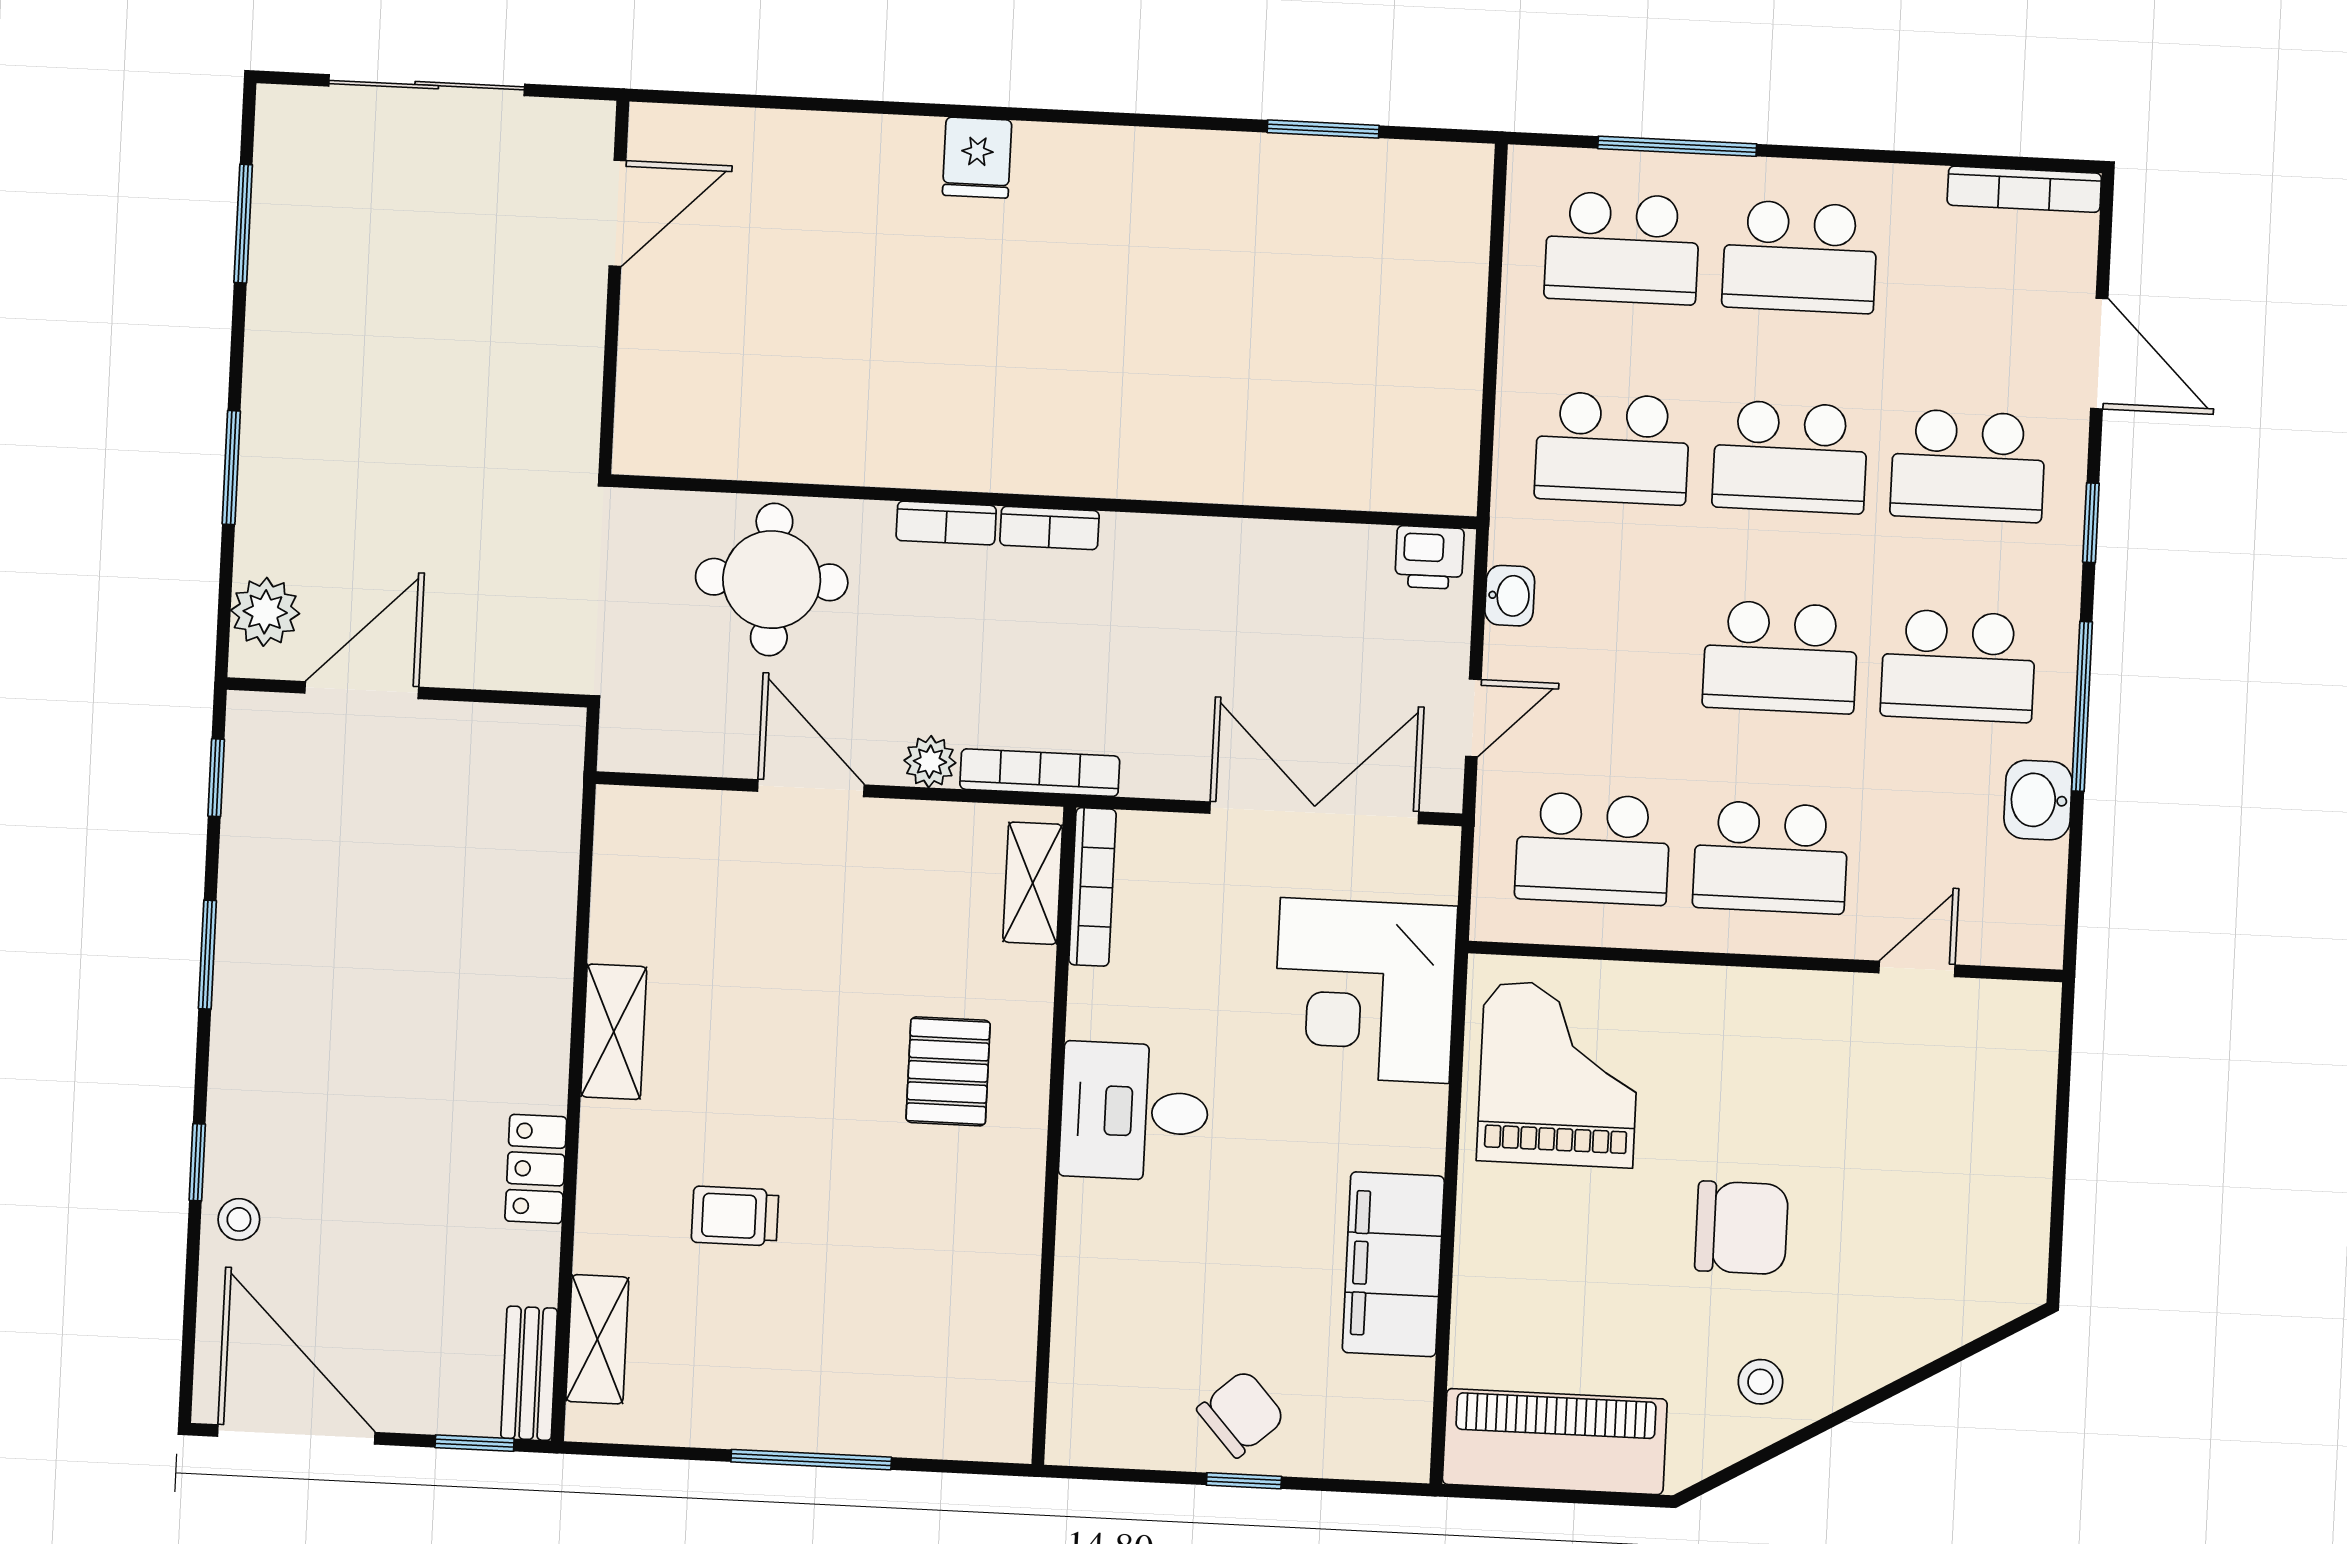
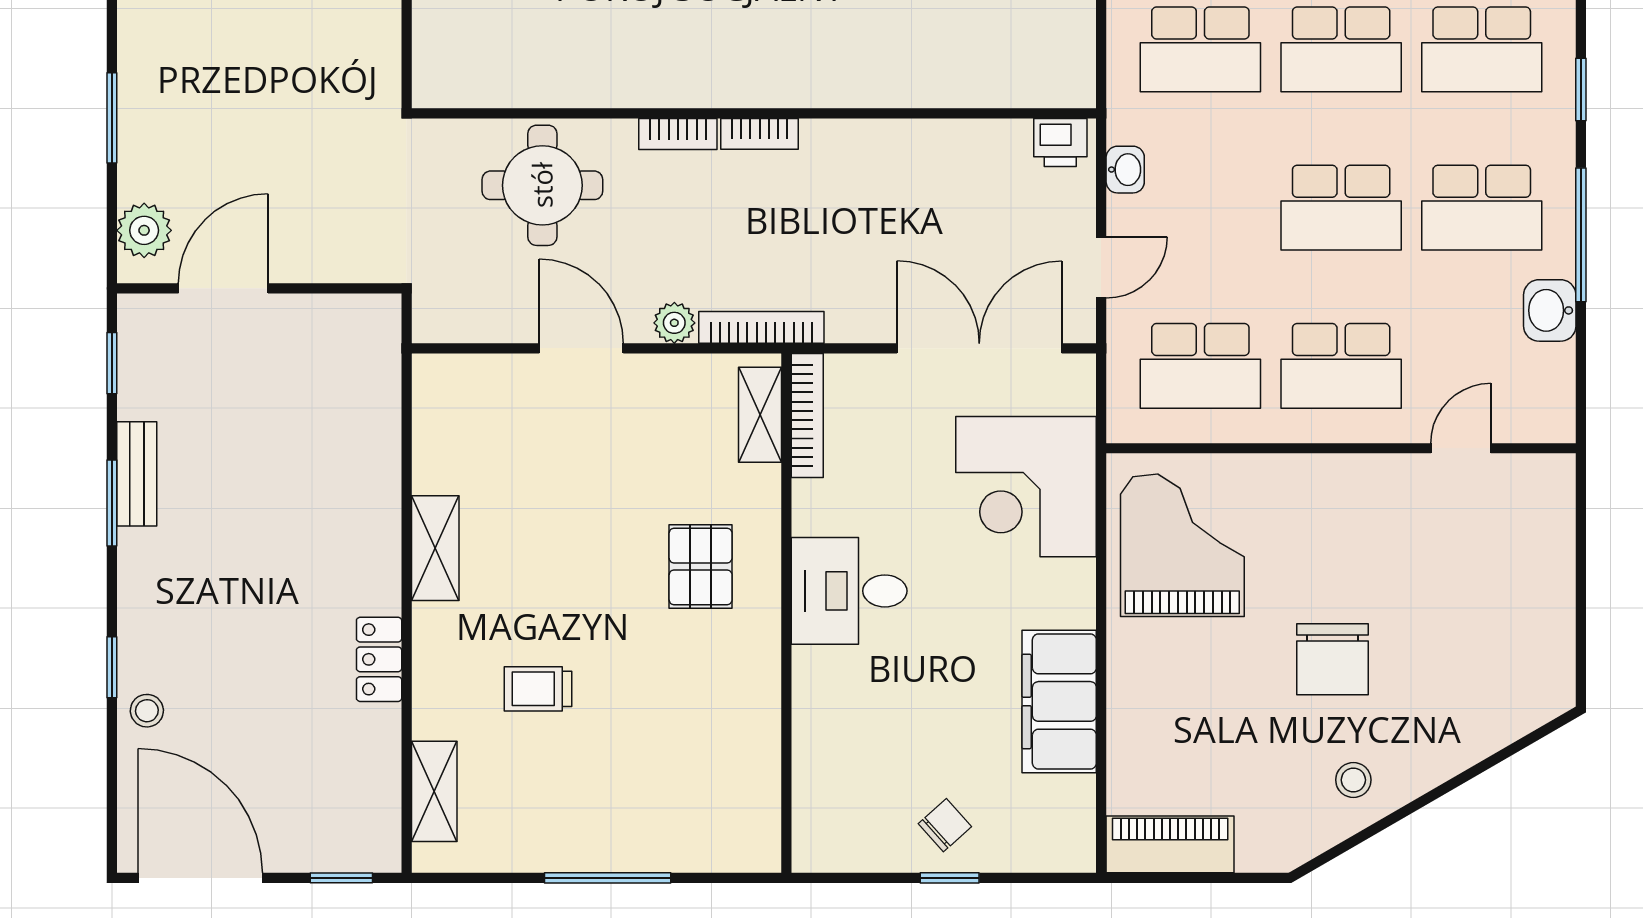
chair: (1742, 1228) -> (1332, 659), turned 90
bench: (529, 1373) -> (137, 474), moved
chair: (1241, 1414) -> (945, 825), width x0.73, depth x0.73
piano: (1555, 1442) -> (1170, 844), width x0.73, depth x0.75

